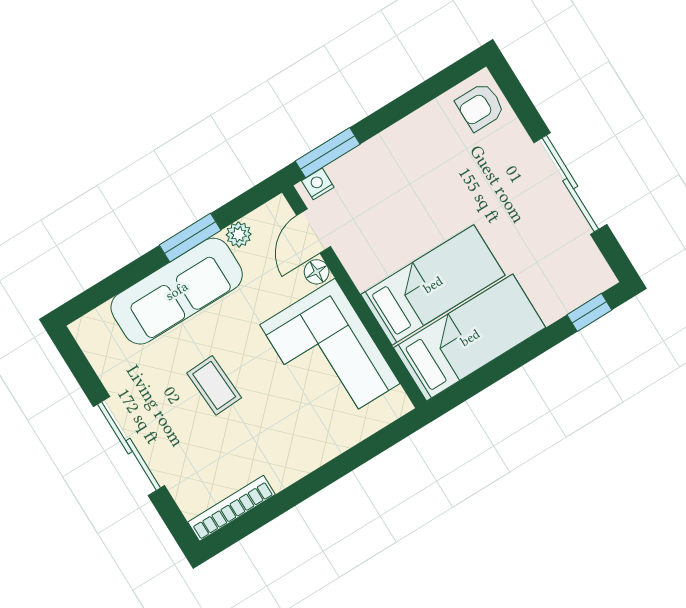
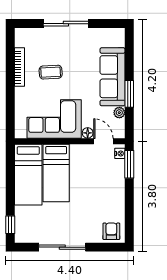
coffee table: (214, 385) -> (51, 72), moved
bookcase: (231, 508) -> (19, 67), moved

